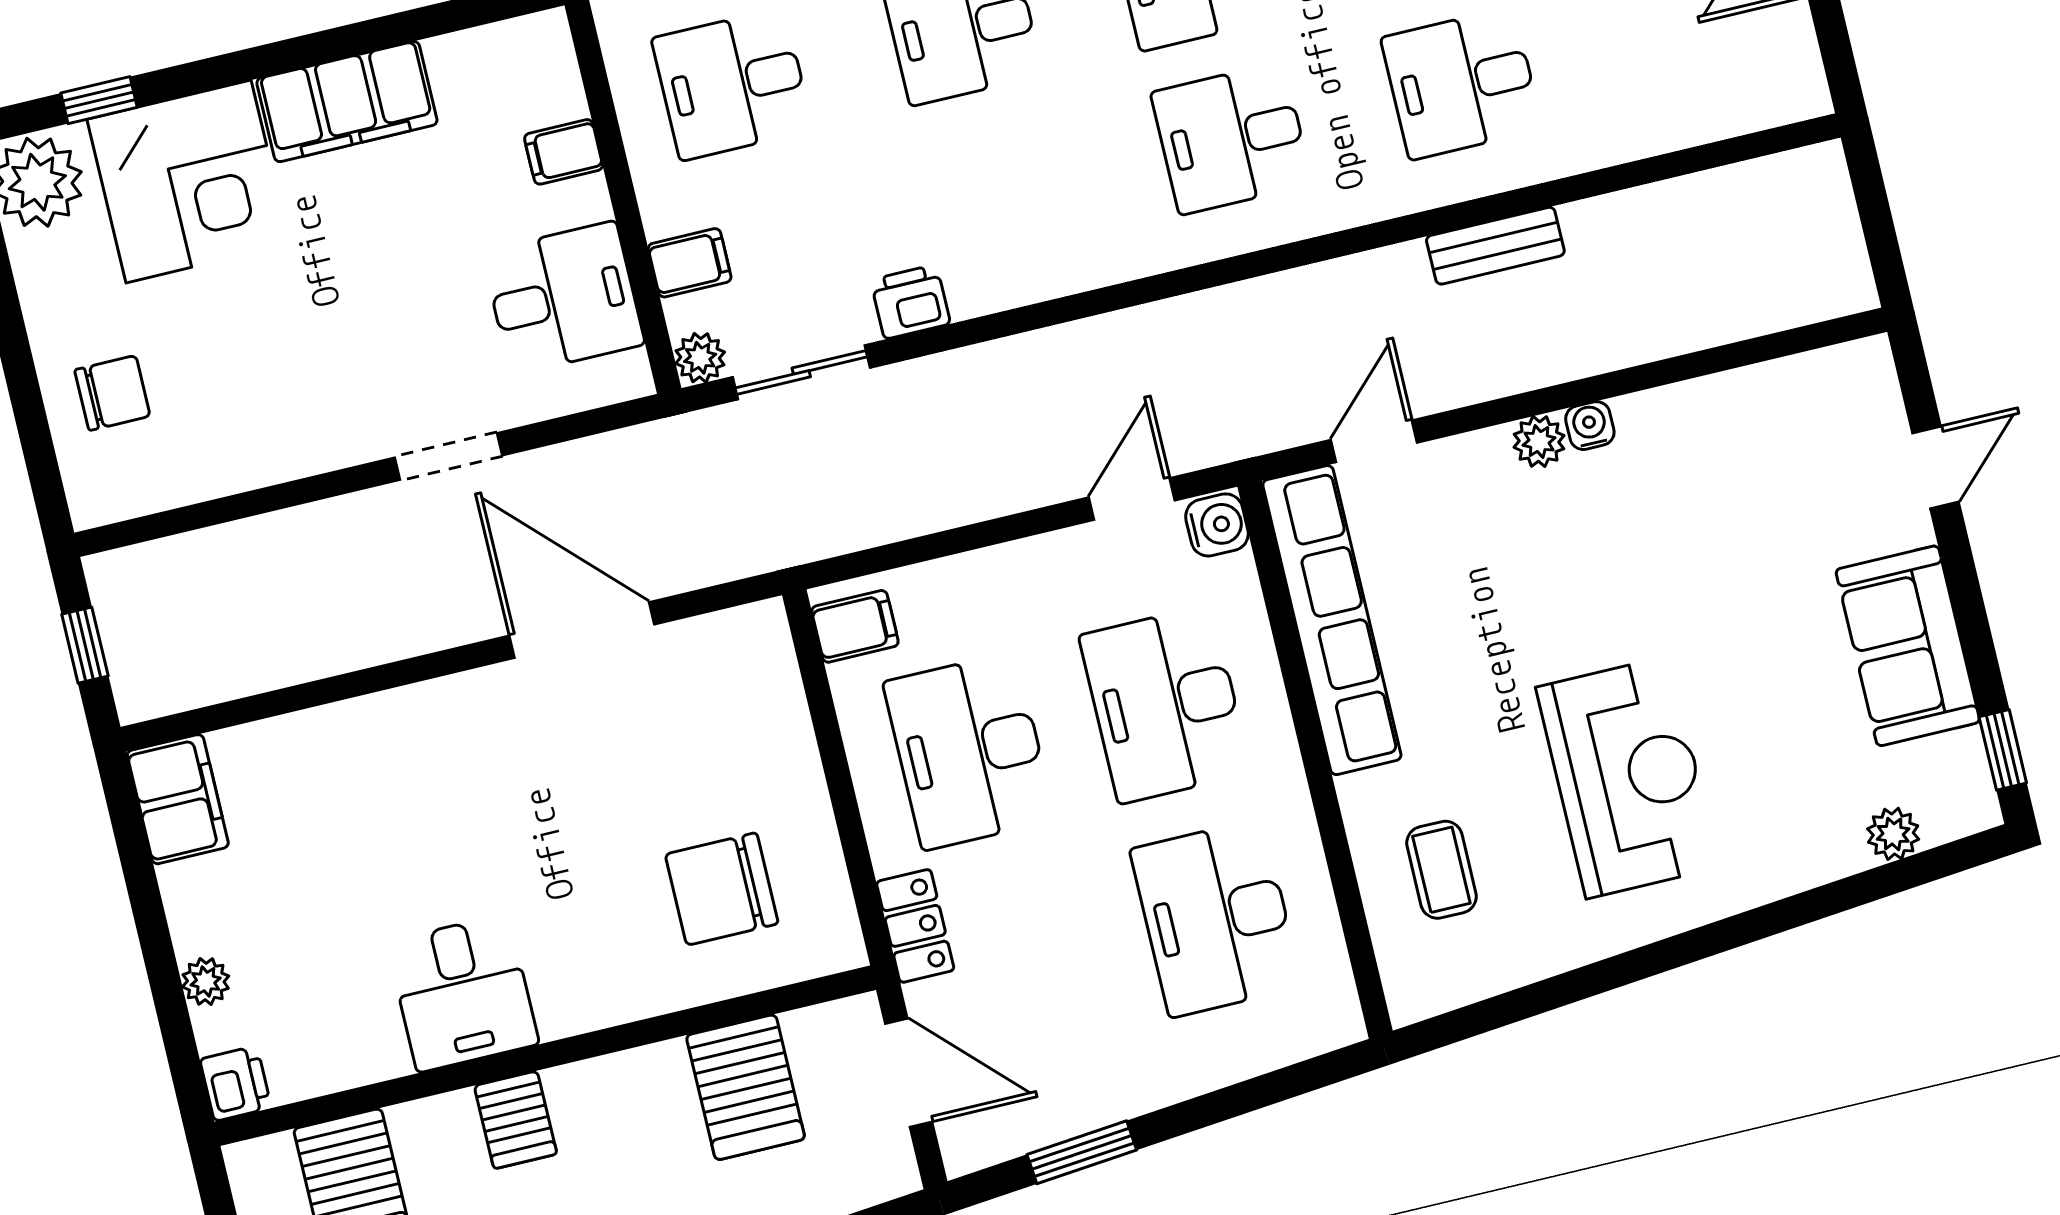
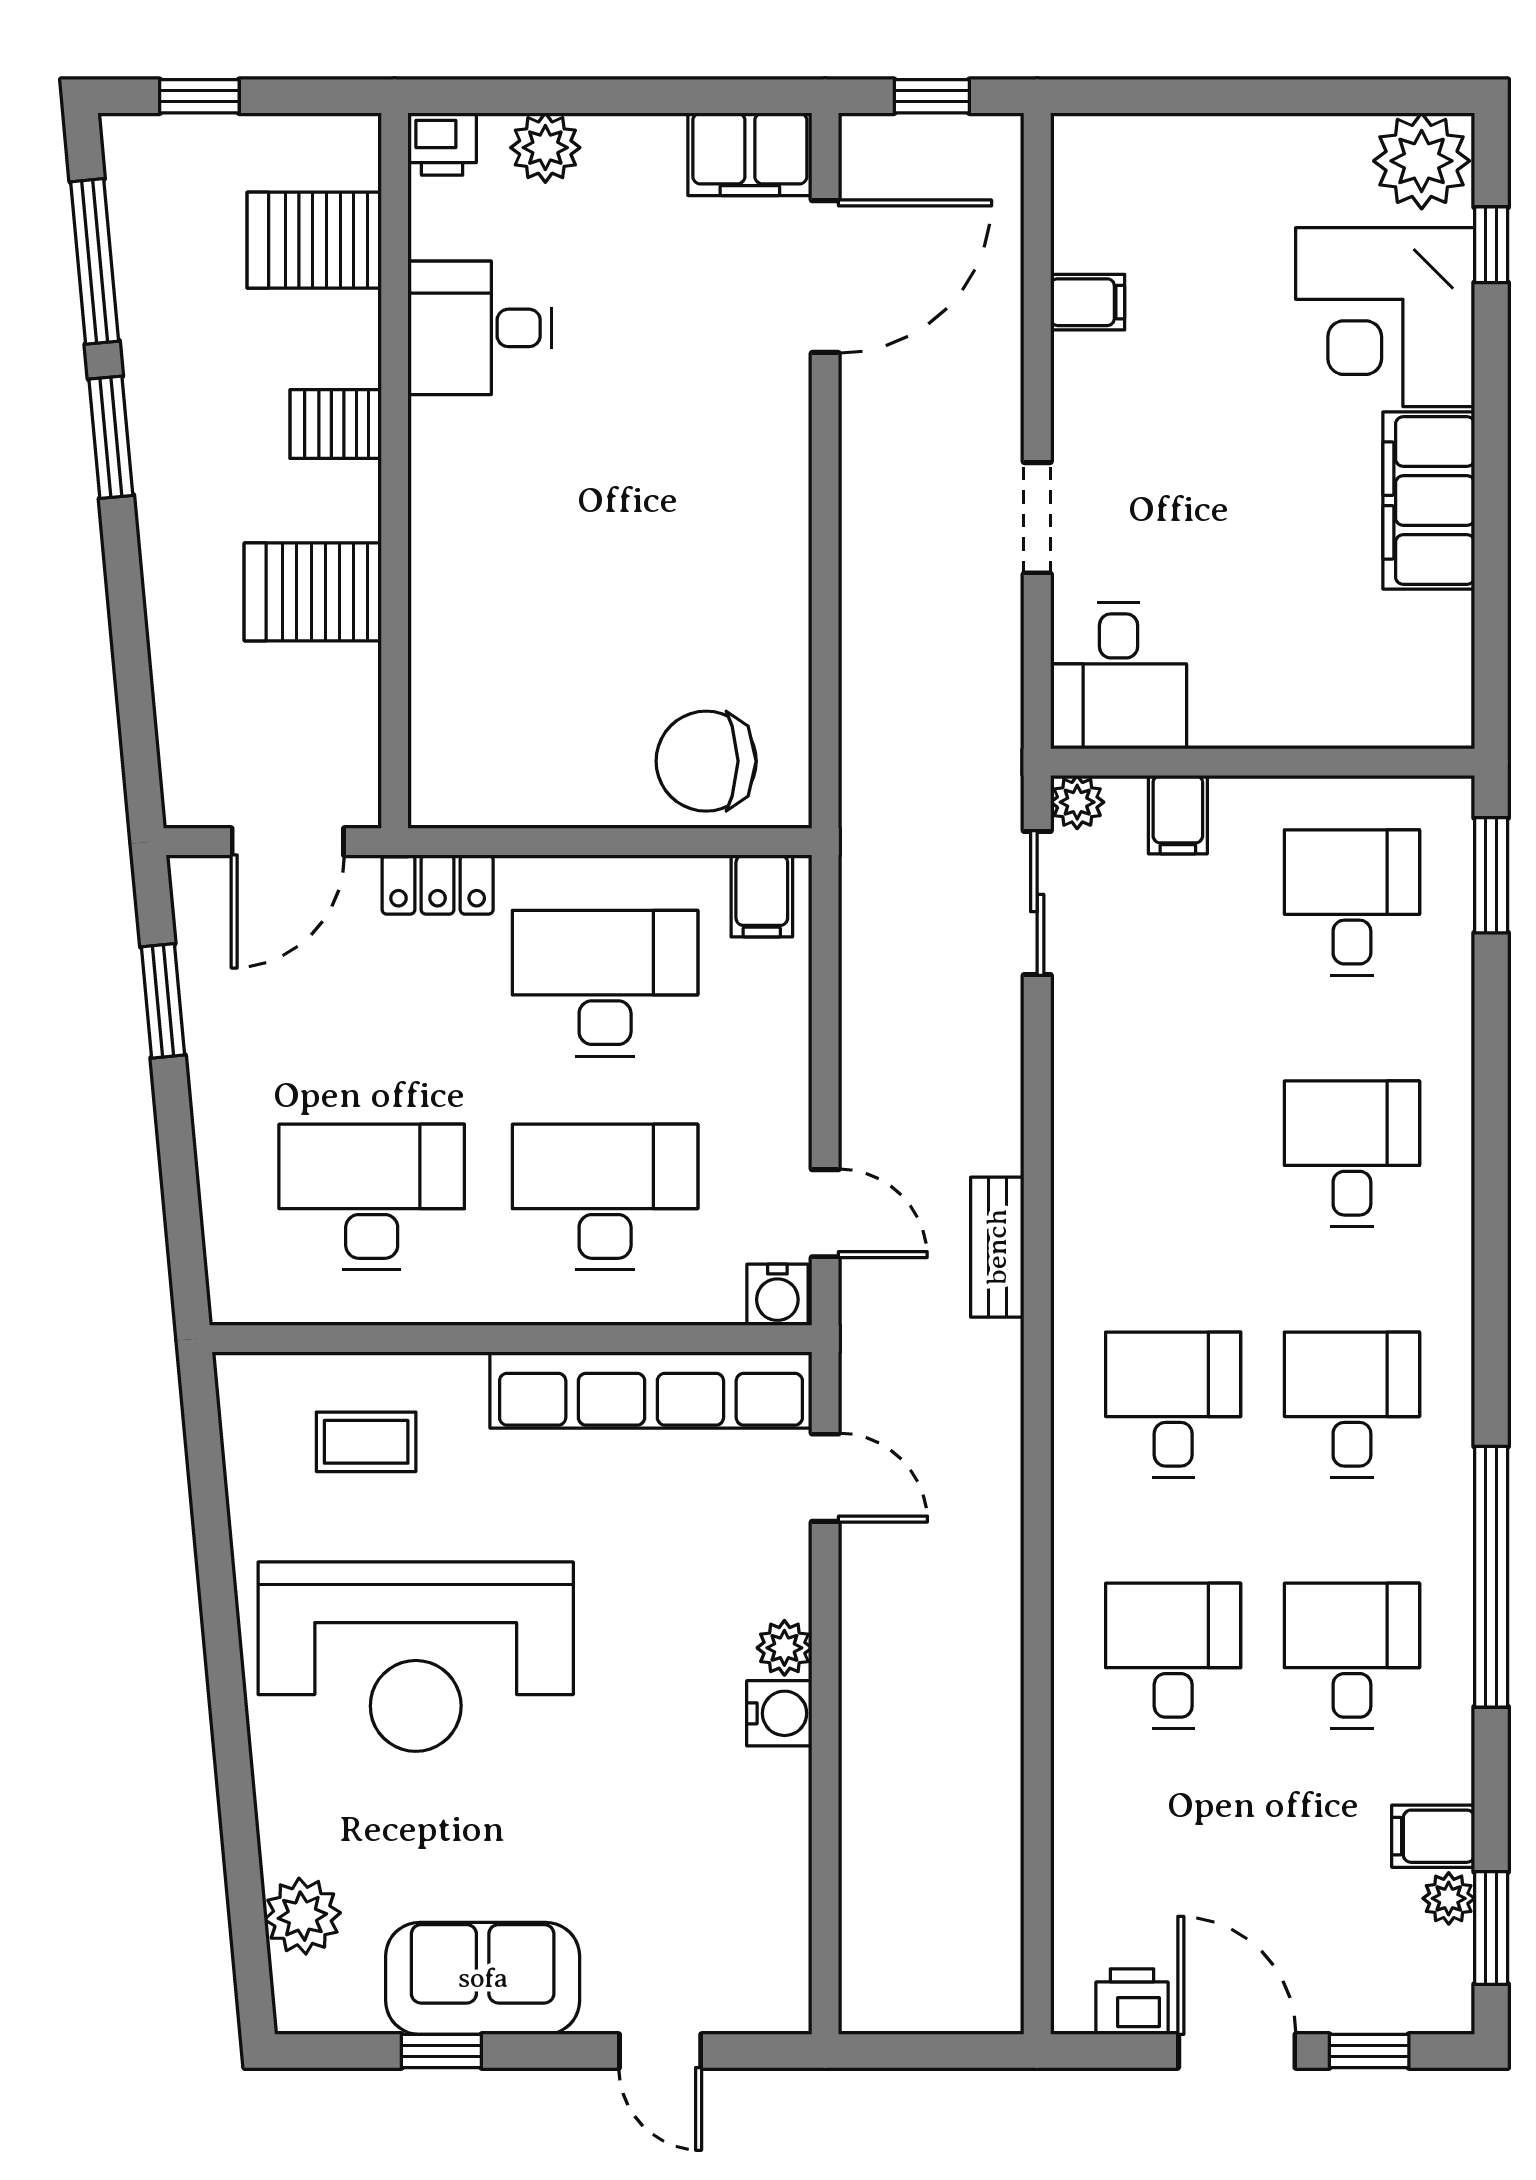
filing cabinet: (564, 152) -> (1088, 302), moved, turned 90
bench: (1495, 246) -> (997, 1247), moved
desk: (563, 298) -> (1119, 676), moved
printer: (910, 302) -> (1132, 2002), moved, turned -90
chair: (112, 393) -> (1185, 187), removed
water cooler: (1590, 426) -> (779, 1713), width x1.38, depth x1.38
door: (582, 630) -> (825, 277), moved
window: (2003, 750) -> (441, 2051), moved
reception desk: (1628, 777) -> (416, 1657), width x1.36, depth x1.30
plant: (1893, 834) -> (302, 1916), width x1.38, depth x1.38
chair: (722, 889) -> (706, 761), moved, turned -90
plant: (206, 981) -> (545, 148), width x1.38, depth x1.38
desk: (463, 993) -> (480, 328), moved
server rack: (746, 1087) -> (313, 592), moved

